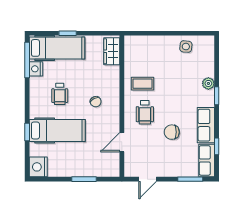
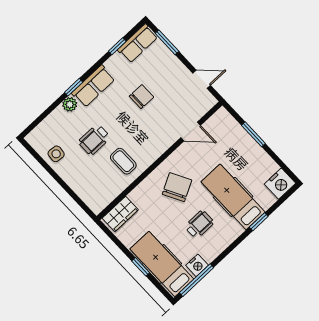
chair: (96, 102) -> (177, 187), width x1.87, depth x1.87
wheelchair: (145, 112) -> (94, 140), moved, turned 180
row of seats: (206, 125) -> (93, 86), moved
chair: (172, 132) -> (141, 97), turned -90

